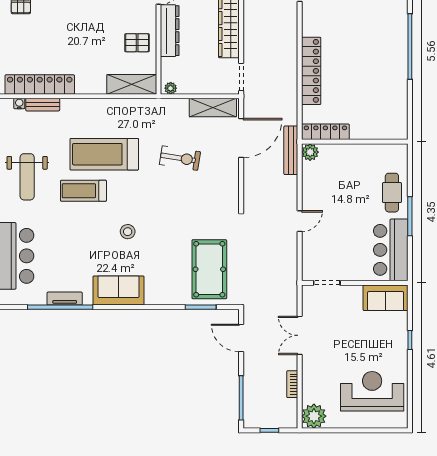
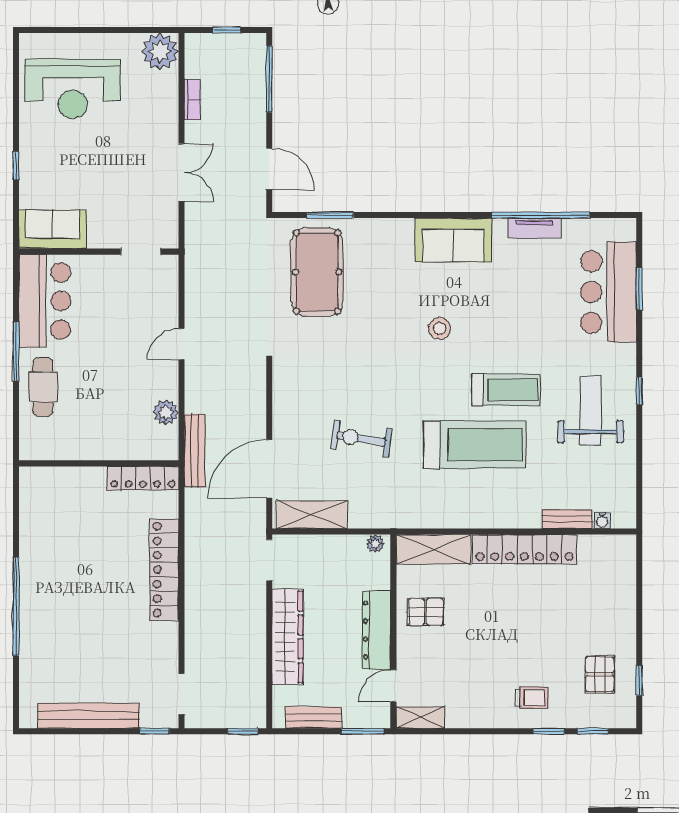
locker: (40, 85) -> (525, 549), moved
plant: (310, 152) -> (166, 412), moved

